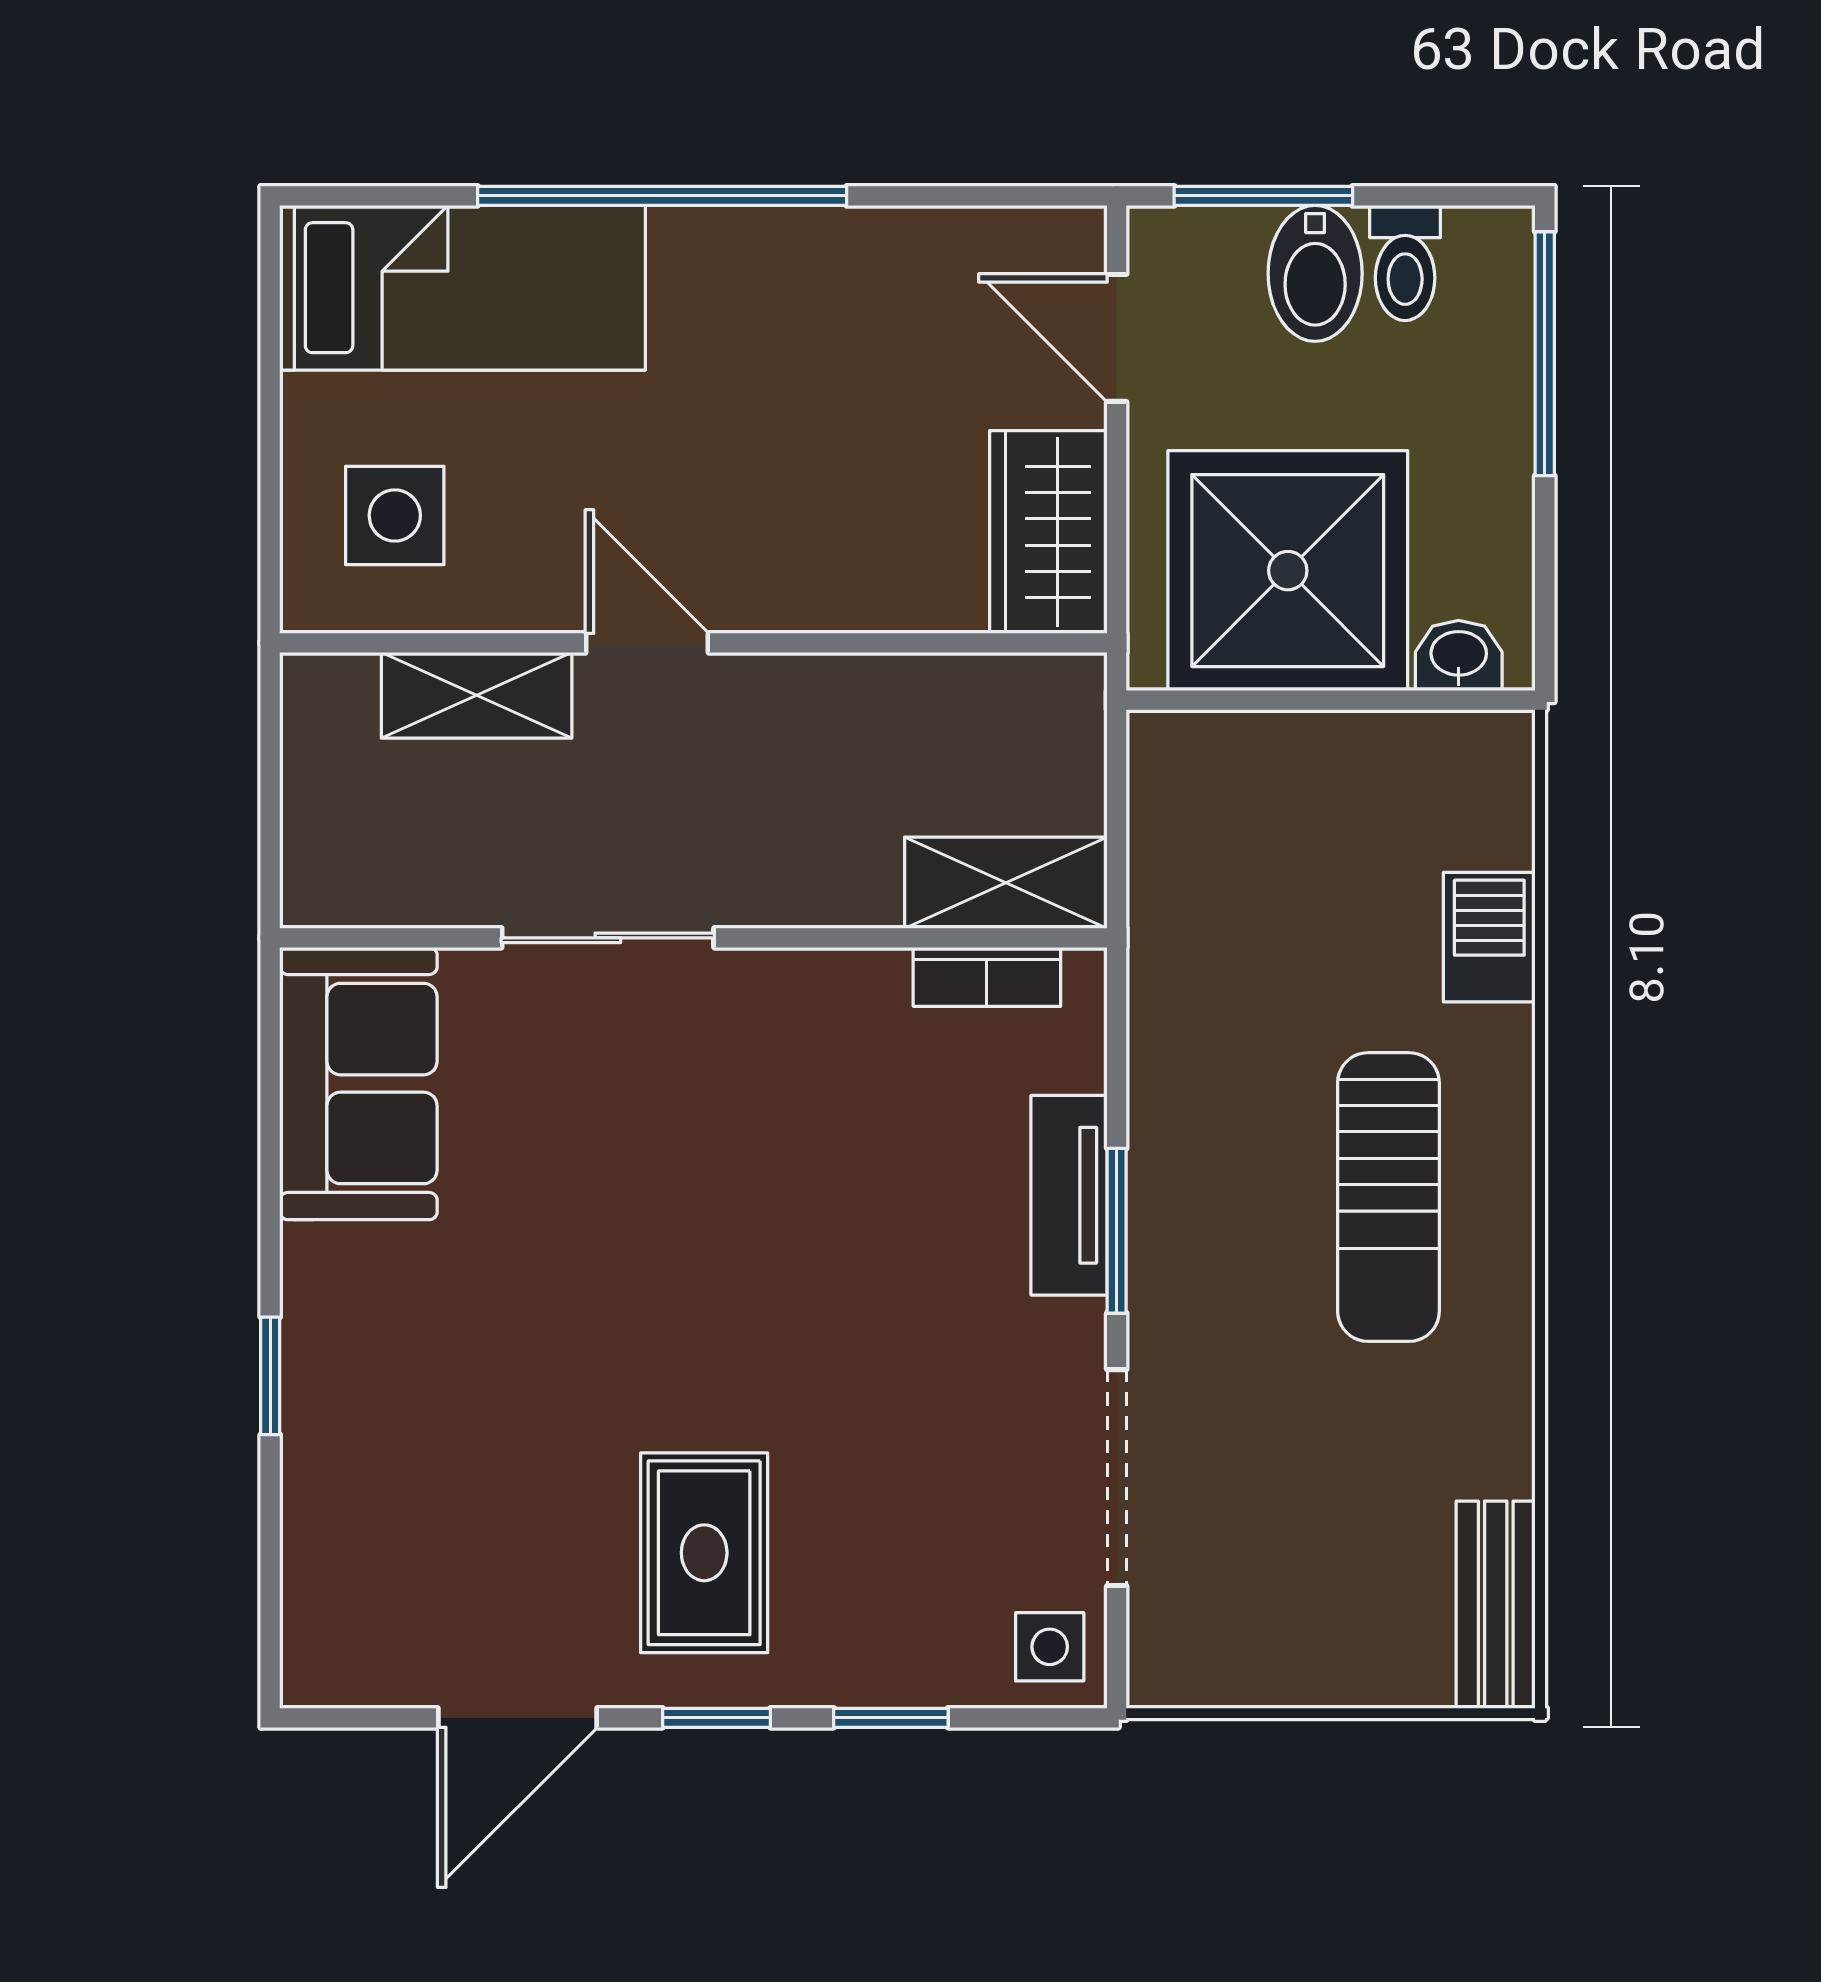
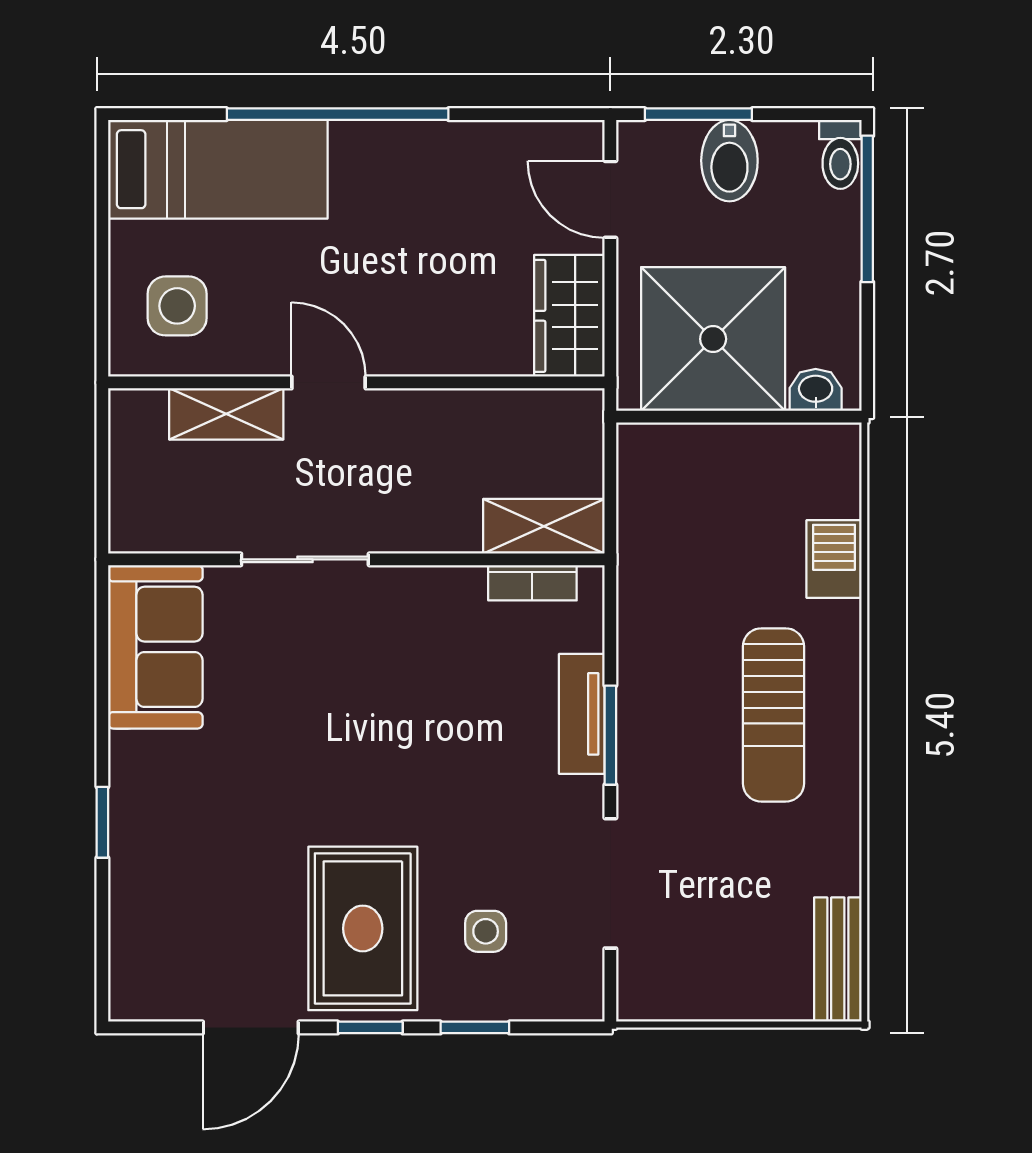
toilet: (1405, 263) -> (840, 154), moved
rug: (704, 1553) -> (363, 928), width x1.36, depth x1.43
side table: (1050, 1647) -> (486, 931), moved

